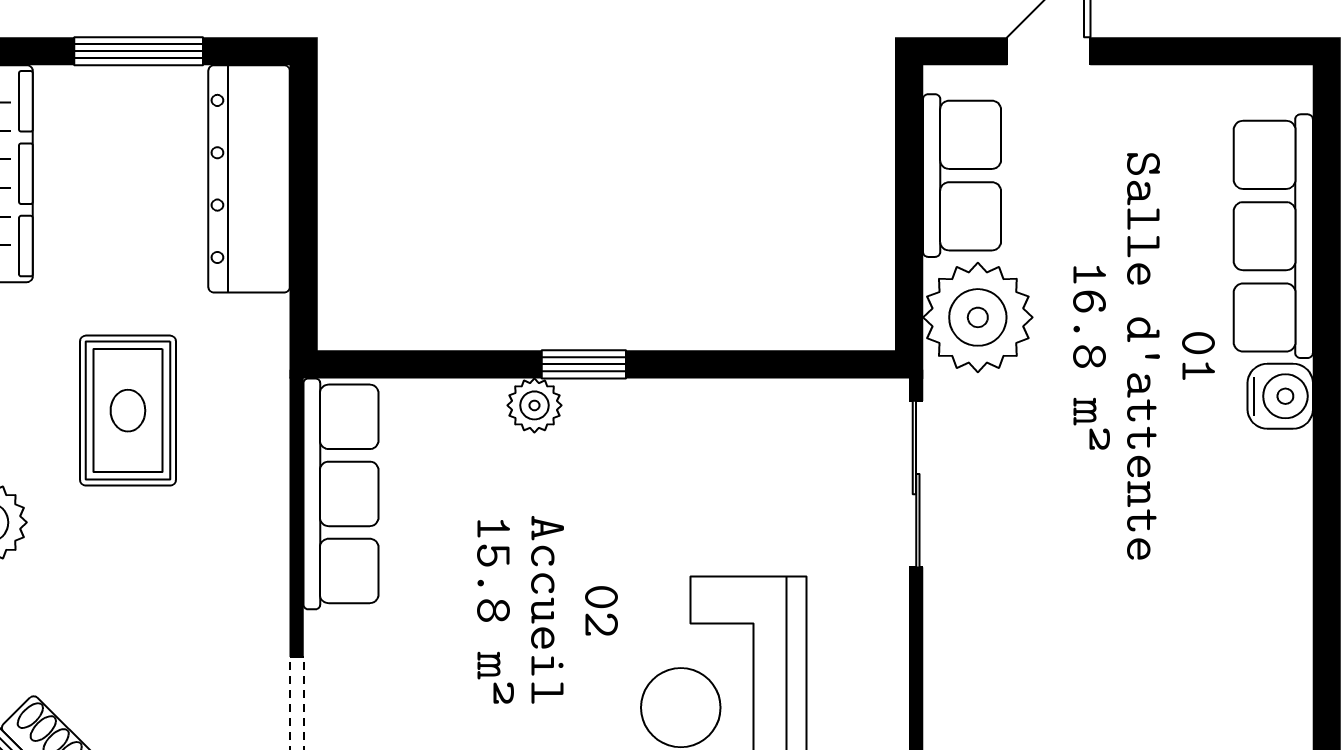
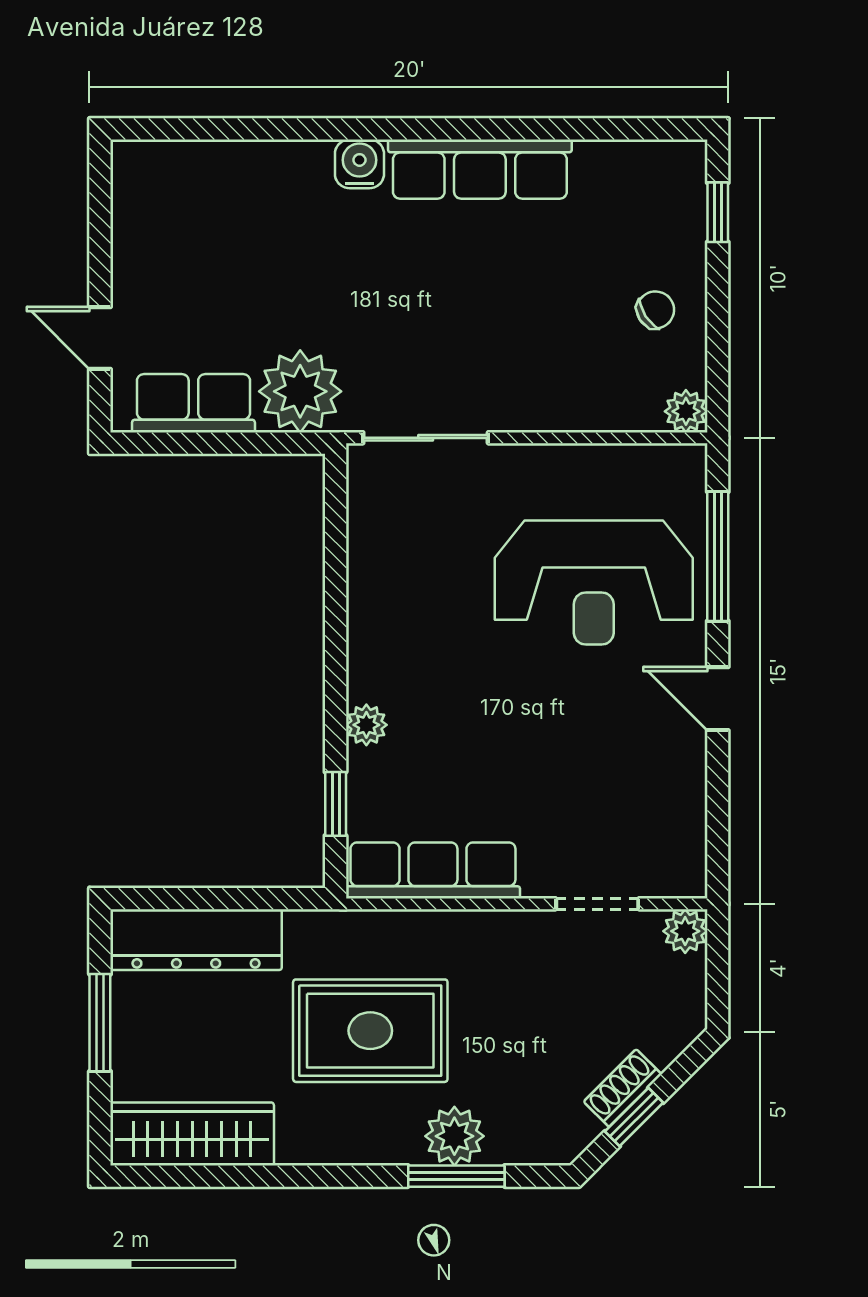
row of seats: (1273, 236) -> (480, 169), moved
window: (584, 364) -> (336, 804), moved
rug: (128, 411) -> (370, 1031), width x1.36, depth x1.43

